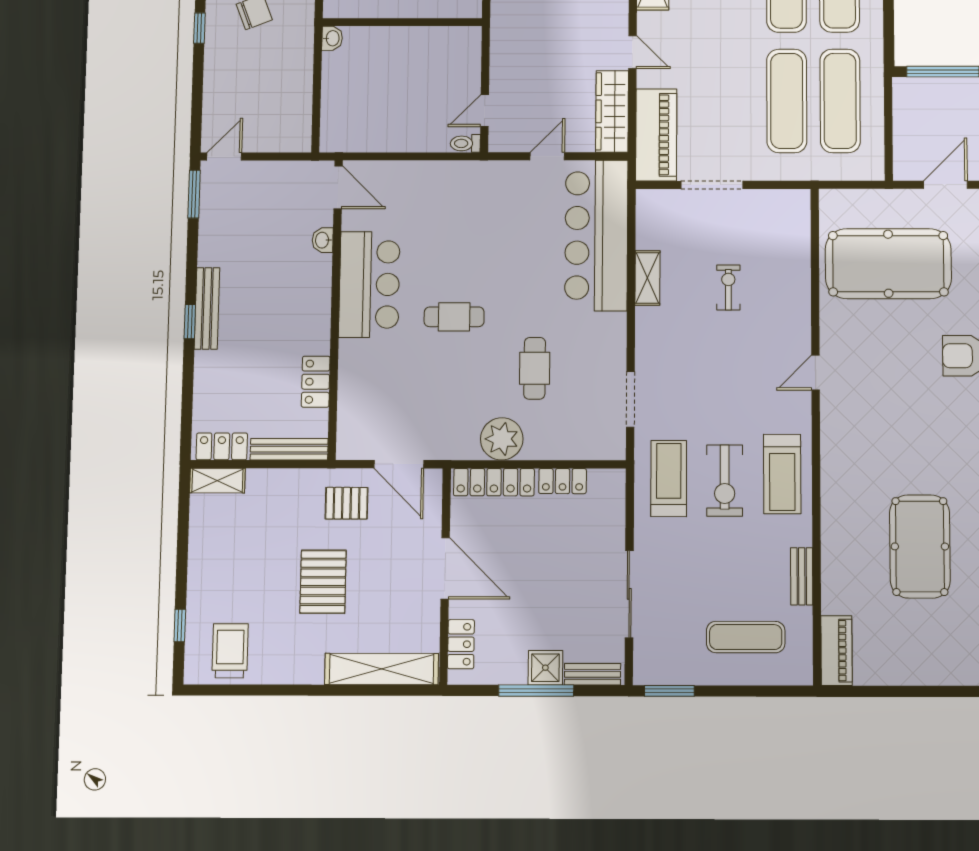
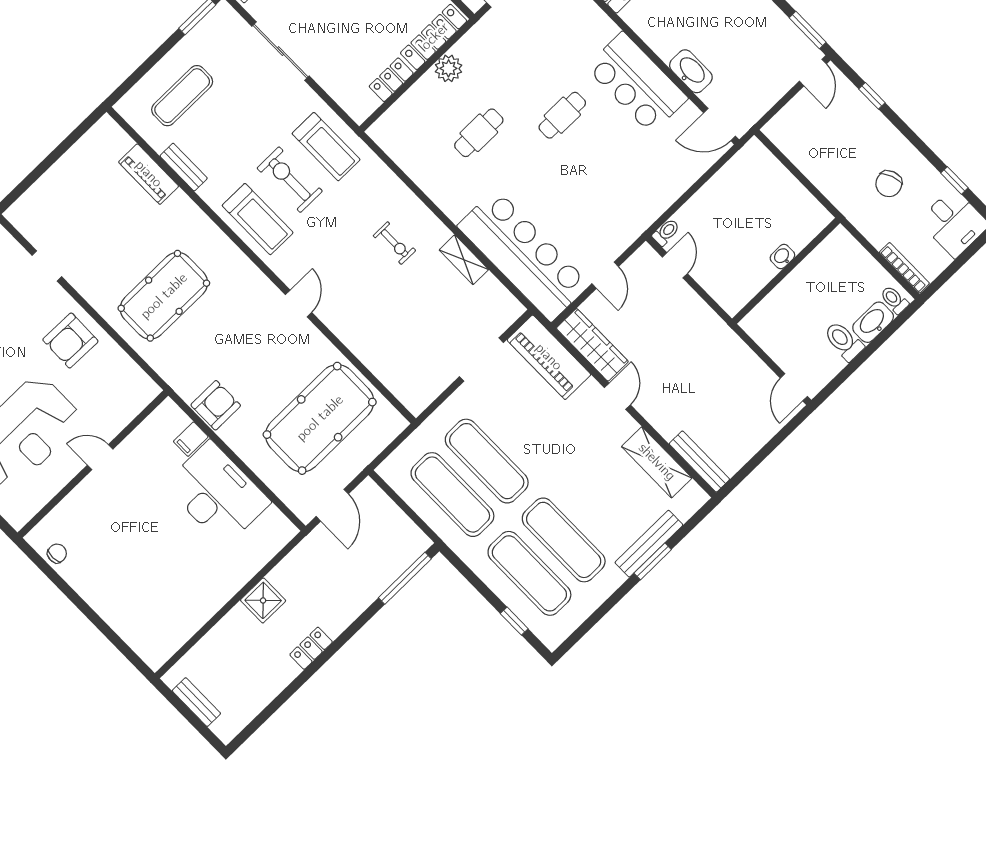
window: (199, 28) -> (872, 96), moved
washbasin: (332, 38) -> (782, 257), moved, turned 90
door: (632, 52) -> (617, 396), swing flipped
washbasin: (323, 240) -> (691, 71), width x1.91, depth x1.45
exercise bike: (728, 288) -> (394, 243), moved
cafe table: (535, 368) -> (479, 133), turned 90
doorway: (630, 400) -> (399, 172), removed
plant: (502, 439) -> (448, 68), width x0.73, depth x0.73
treadmill: (782, 474) -> (258, 219), turned 180
pool table: (920, 546) -> (164, 296), moved, turned 90
piano: (837, 651) -> (149, 174), moved

